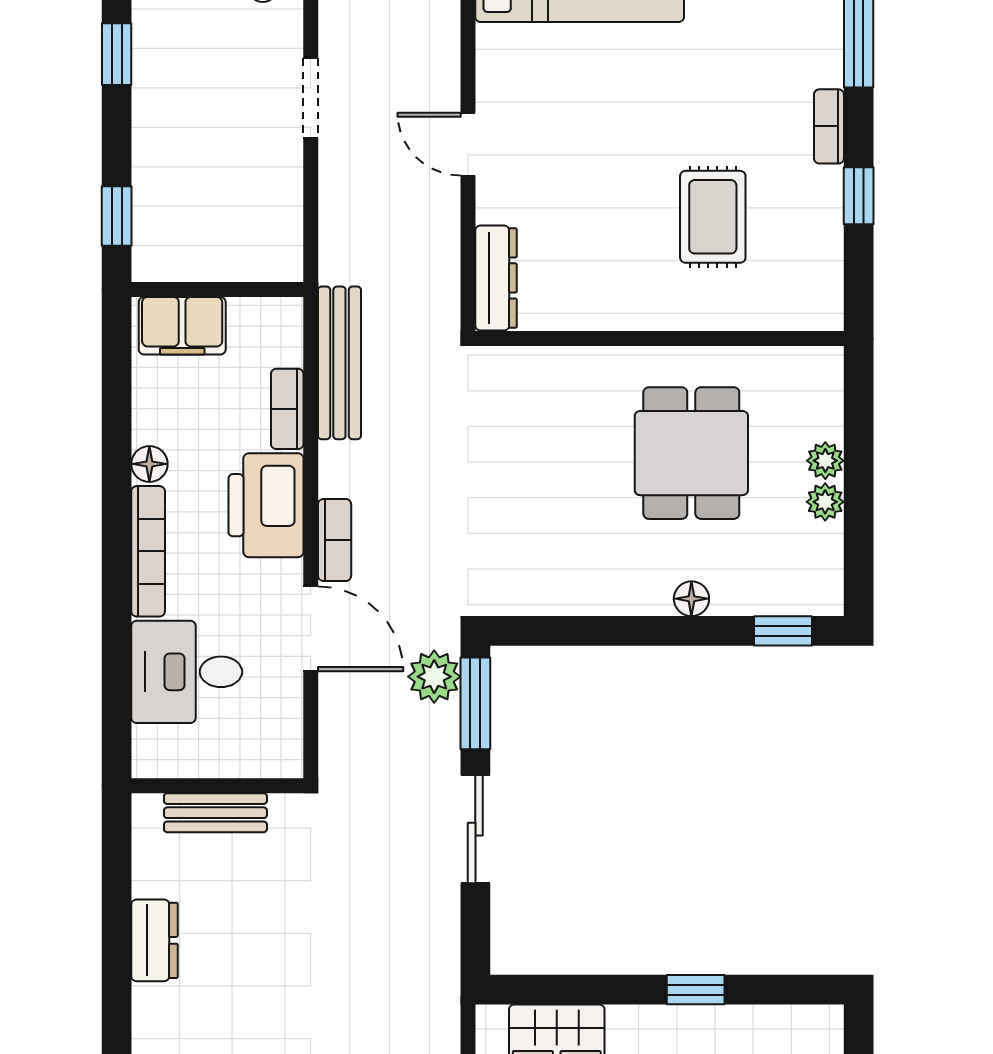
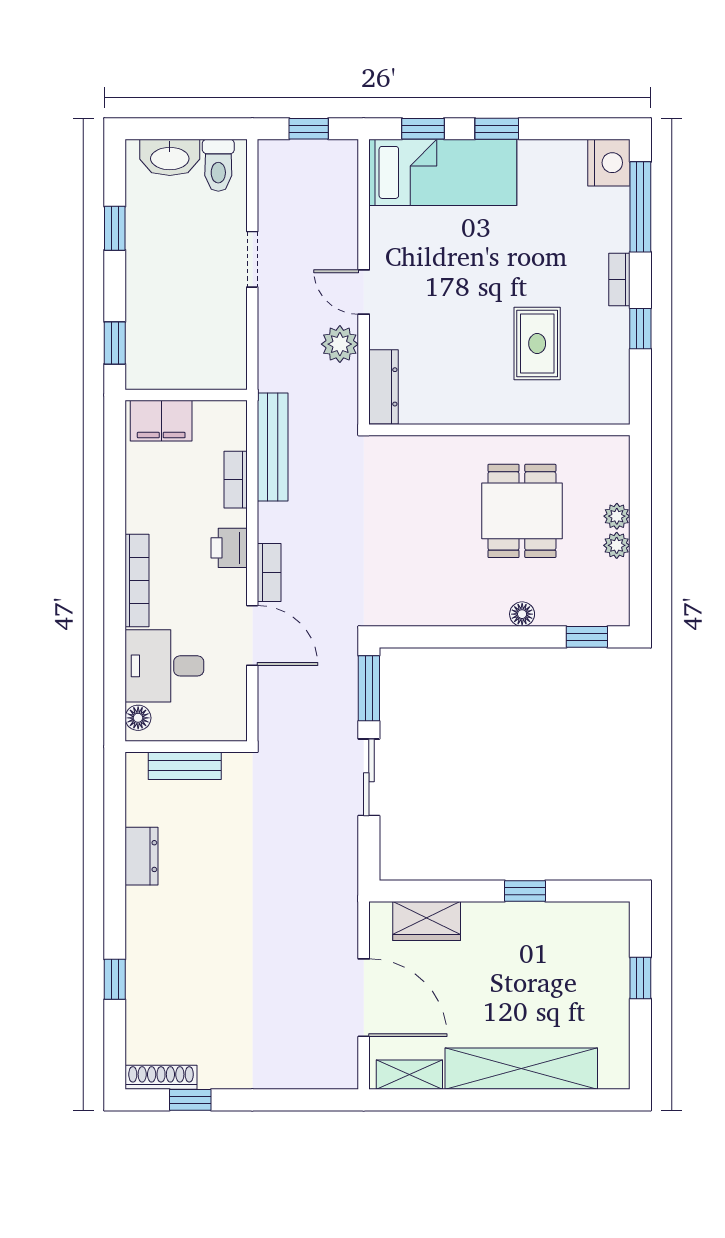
floor lamp: (149, 464) -> (138, 718), moved
printer: (266, 505) -> (229, 548), width x0.53, depth x0.68
plant: (434, 677) -> (340, 344), moved

